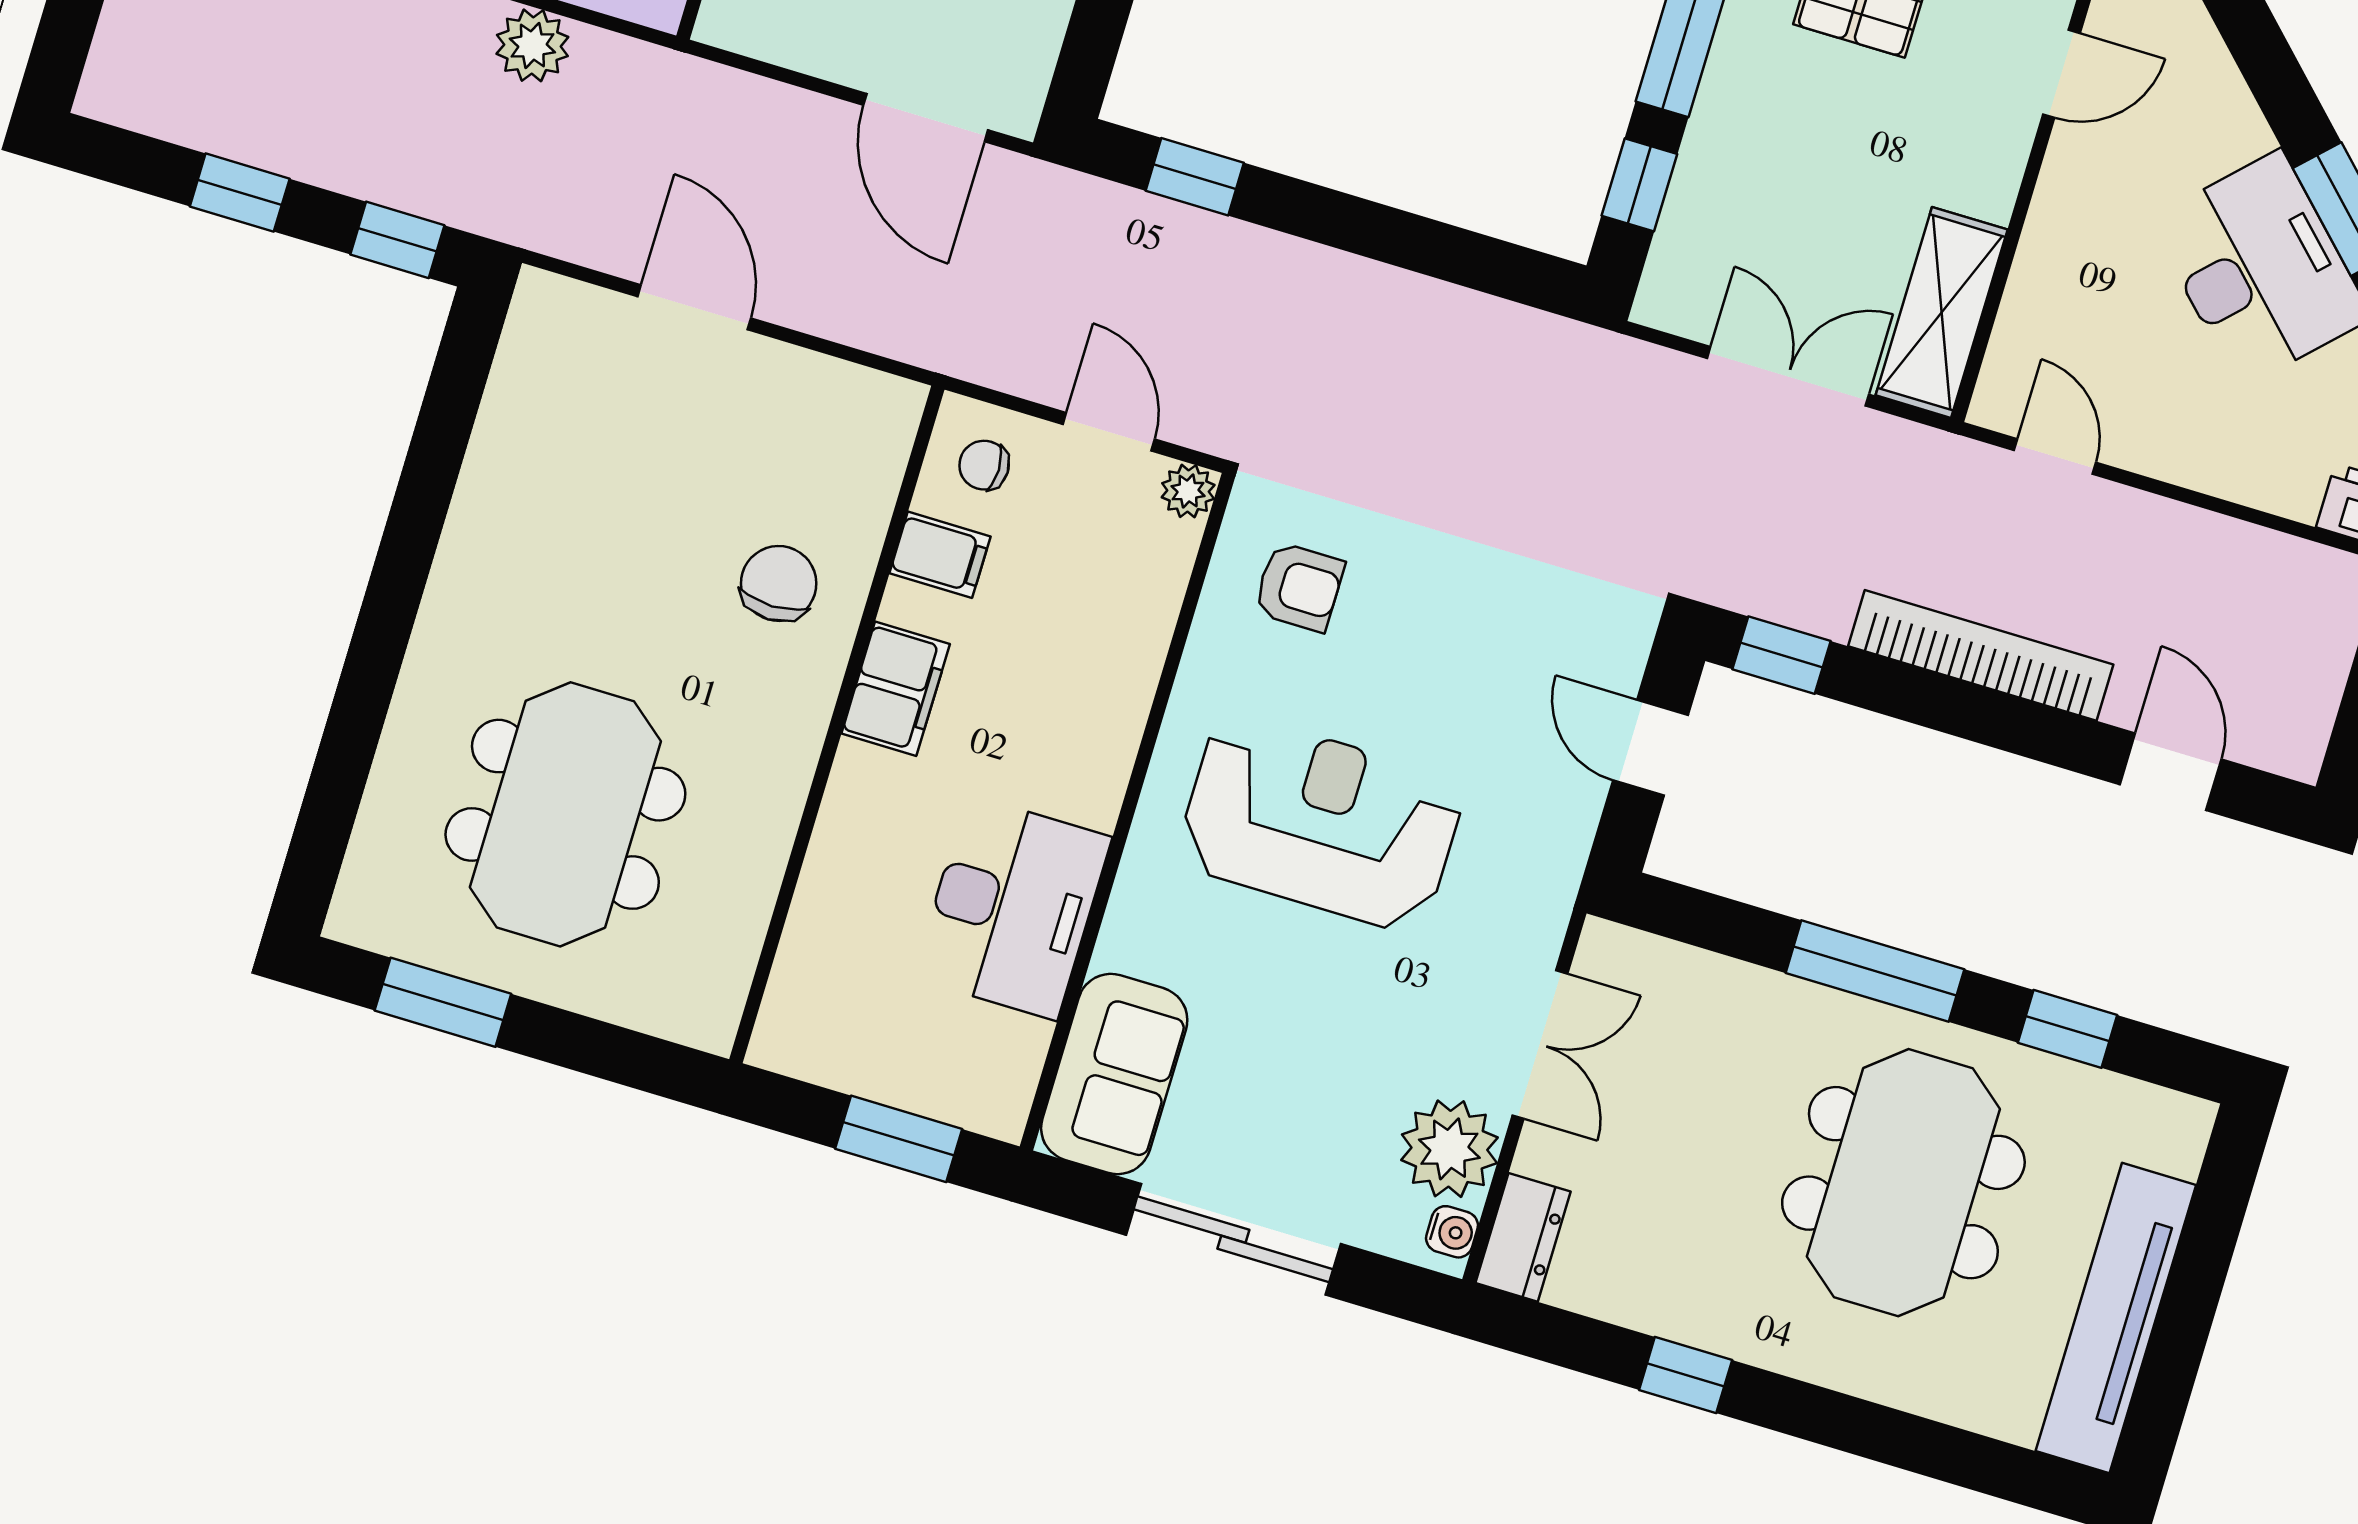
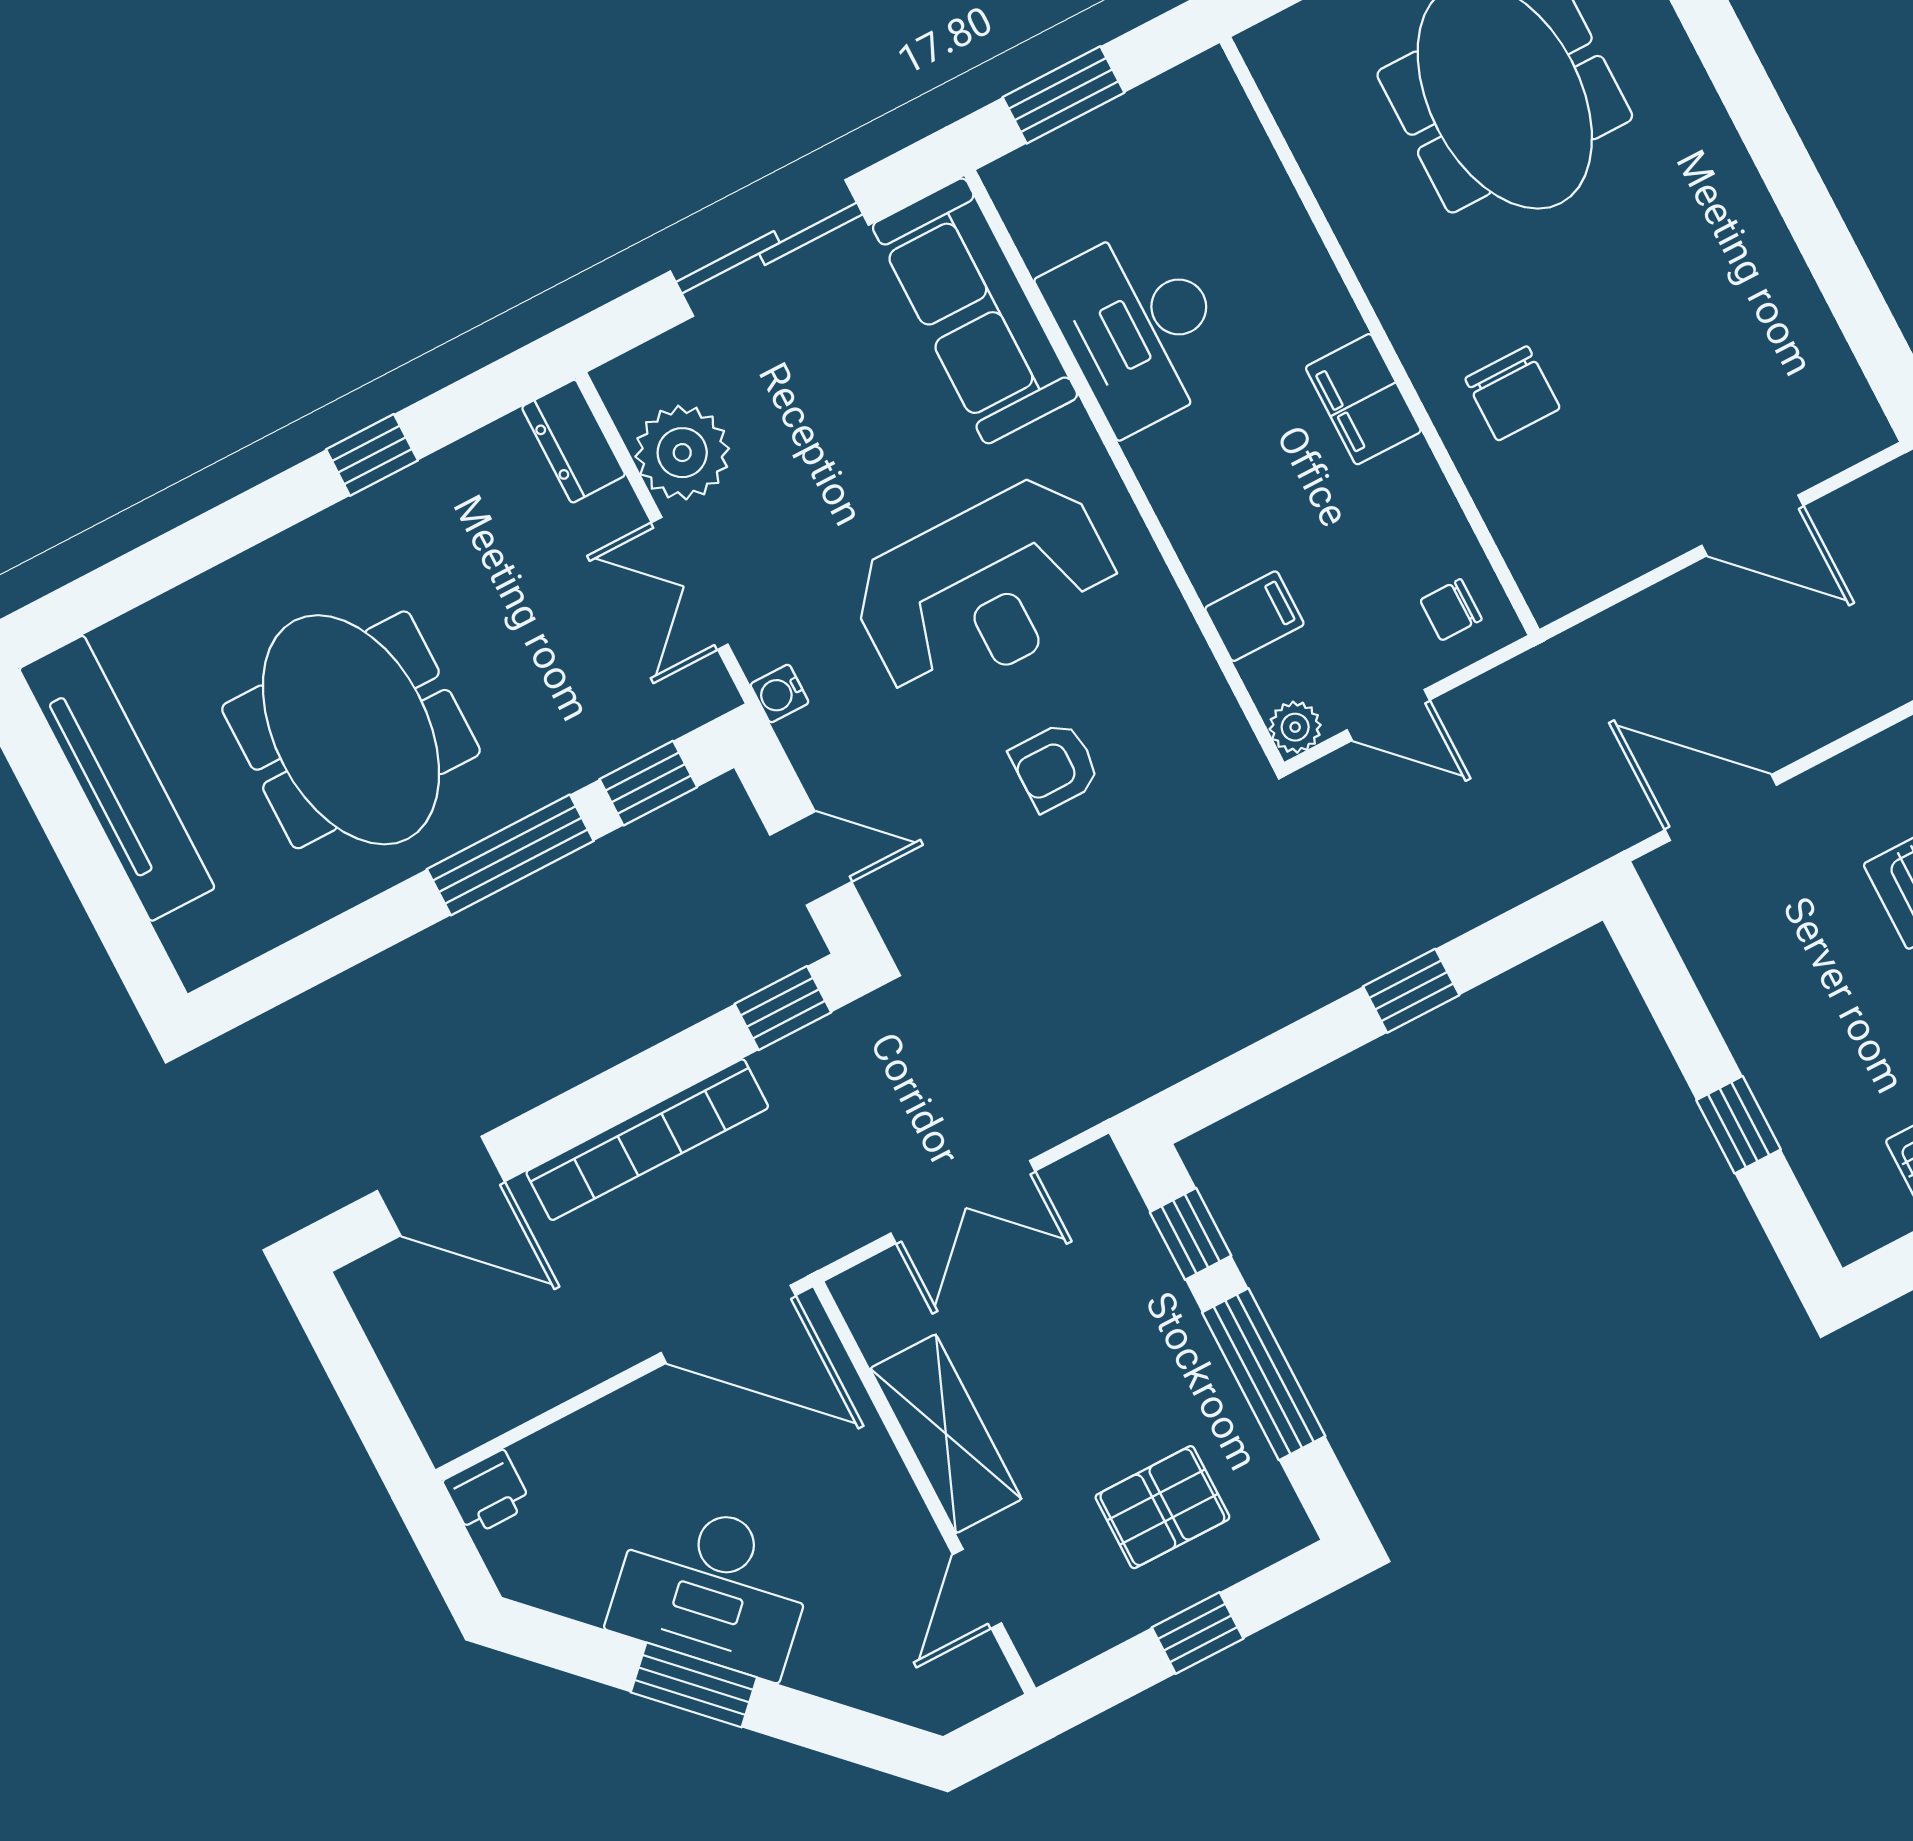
window: (1195, 177) -> (1411, 991), moved
shelving: (1942, 312) -> (946, 1434), moved
door: (2055, 456) -> (728, 1324), width x1.88
chair: (984, 465) -> (1451, 610), turned 180
filing cabinet: (940, 555) -> (1254, 616), moved, turned 180
armchair: (1299, 587) -> (1055, 766), moved
door: (2171, 772) -> (441, 1186), width x1.38
window: (2067, 1029) -> (648, 783), moved
sofa: (1114, 1074) -> (975, 311), width x1.36
water cooler: (1452, 1232) -> (780, 694), moved

